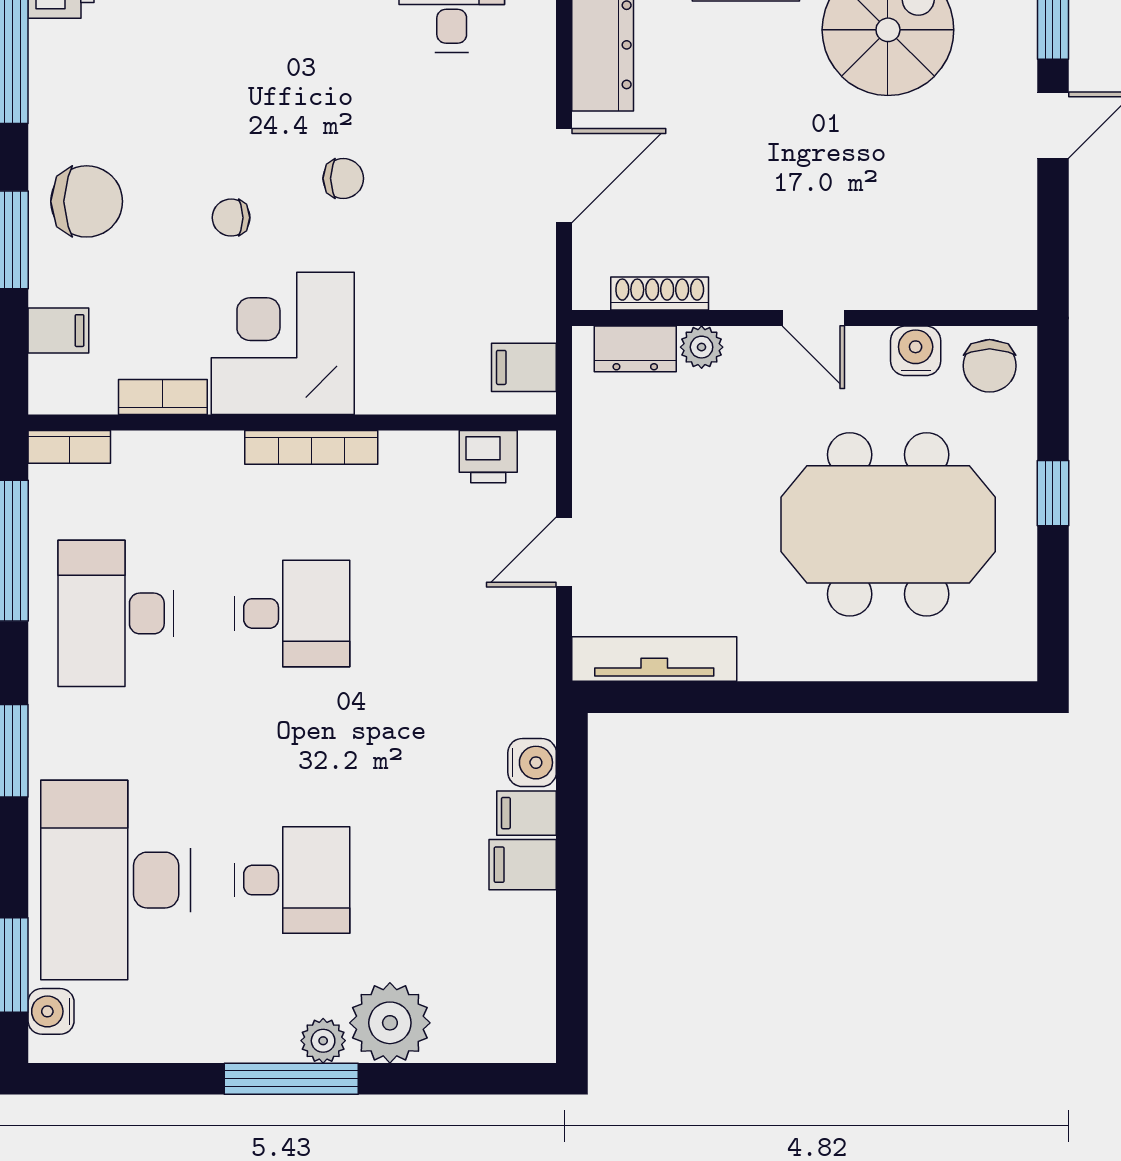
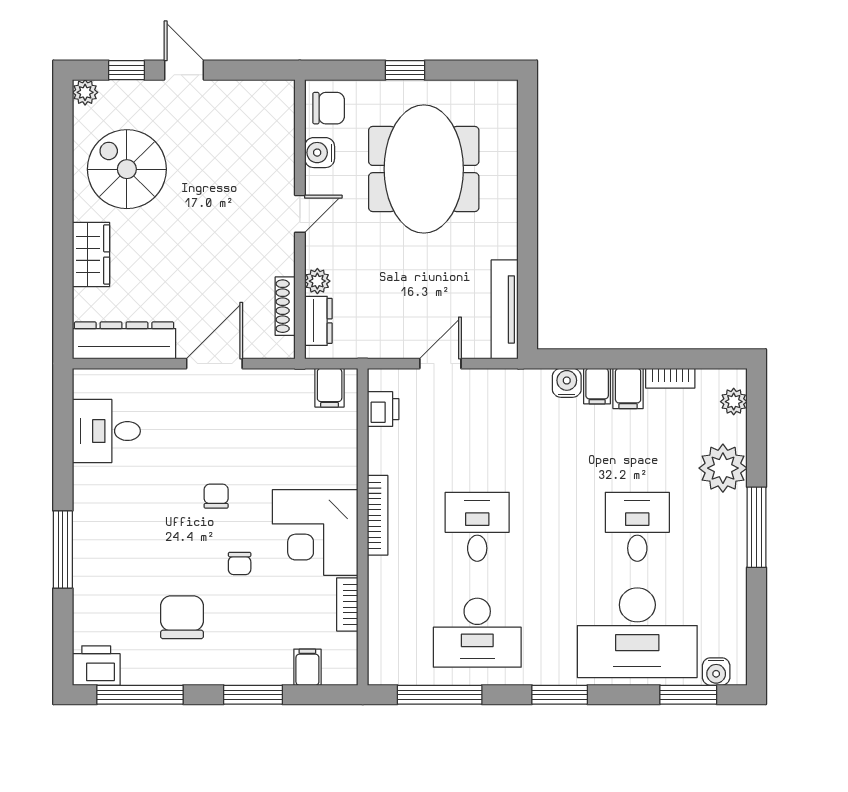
door: (564, 176) -> (214, 364), hinge flipped
chair: (87, 201) -> (182, 617), moved
bookcase: (69, 447) -> (670, 378), moved, turned 90
door: (564, 552) -> (440, 364), swing flipped
plant: (323, 1041) -> (734, 402), moved

